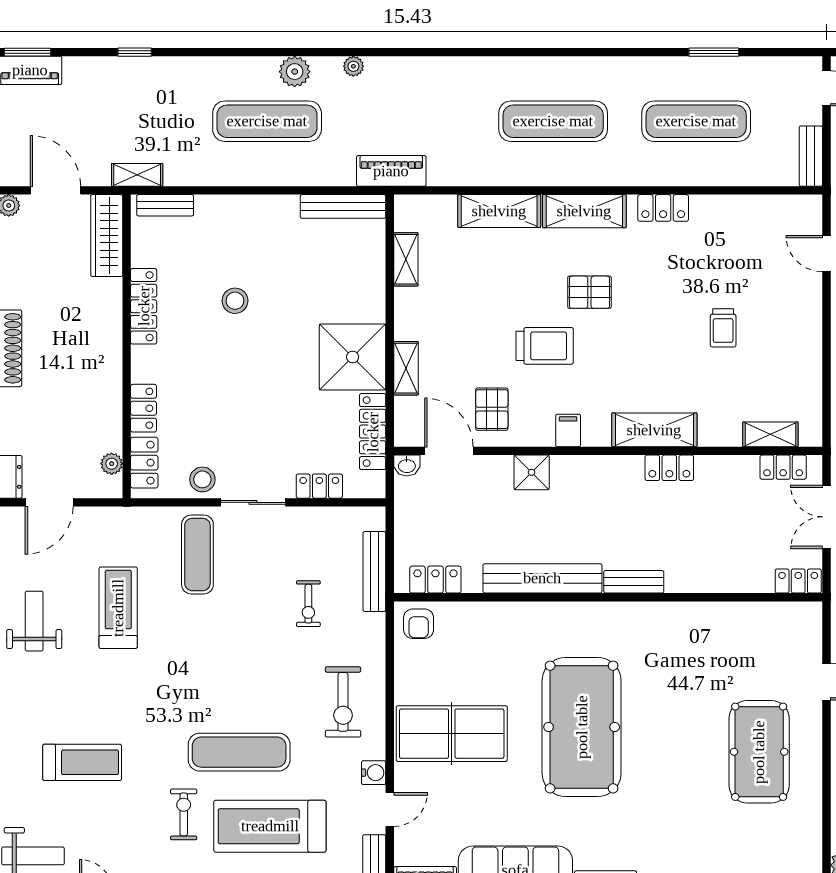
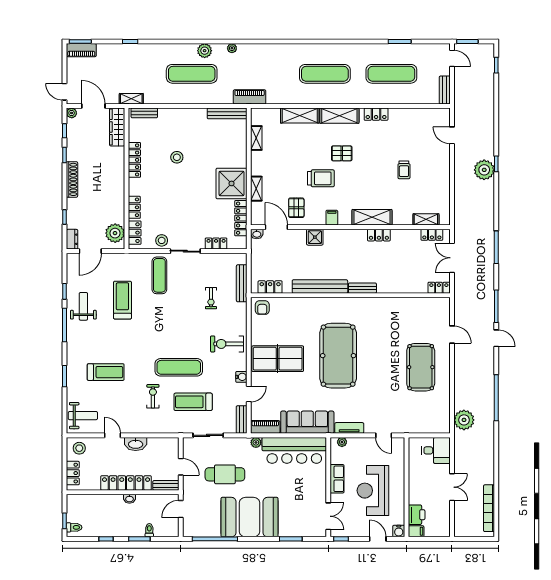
plant: (112, 464) -> (115, 233), width x1.88, depth x1.88
exercise bike: (343, 702) -> (227, 344), turned 90
treadmill: (270, 826) -> (193, 402), width x0.73, depth x0.73

